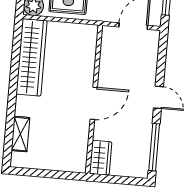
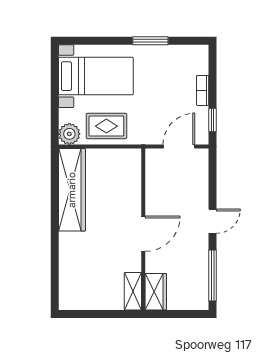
door: (158, 97) -> (213, 221), hinge flipped
shelving: (20, 134) -> (133, 291), moved

